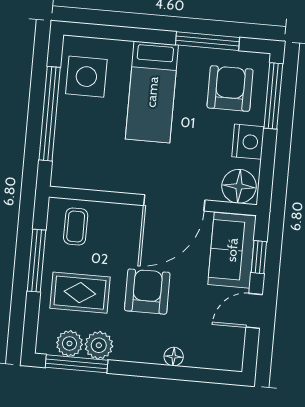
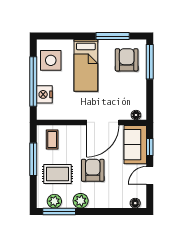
nightstand: (248, 142) -> (44, 94), moved, turned 180
floor lamp: (239, 186) -> (136, 115), width x0.53, depth x0.53
plant: (99, 345) -> (81, 201), moved
floor lamp: (174, 357) -> (135, 203), moved

